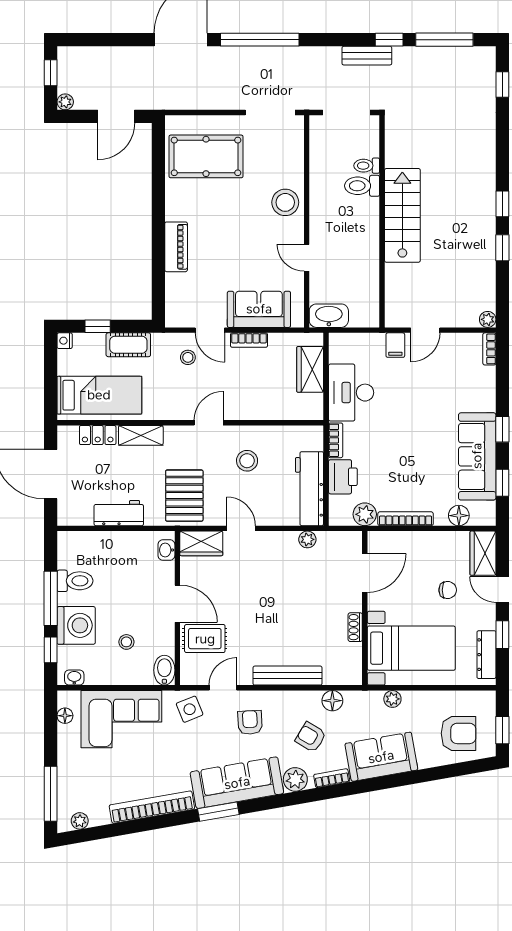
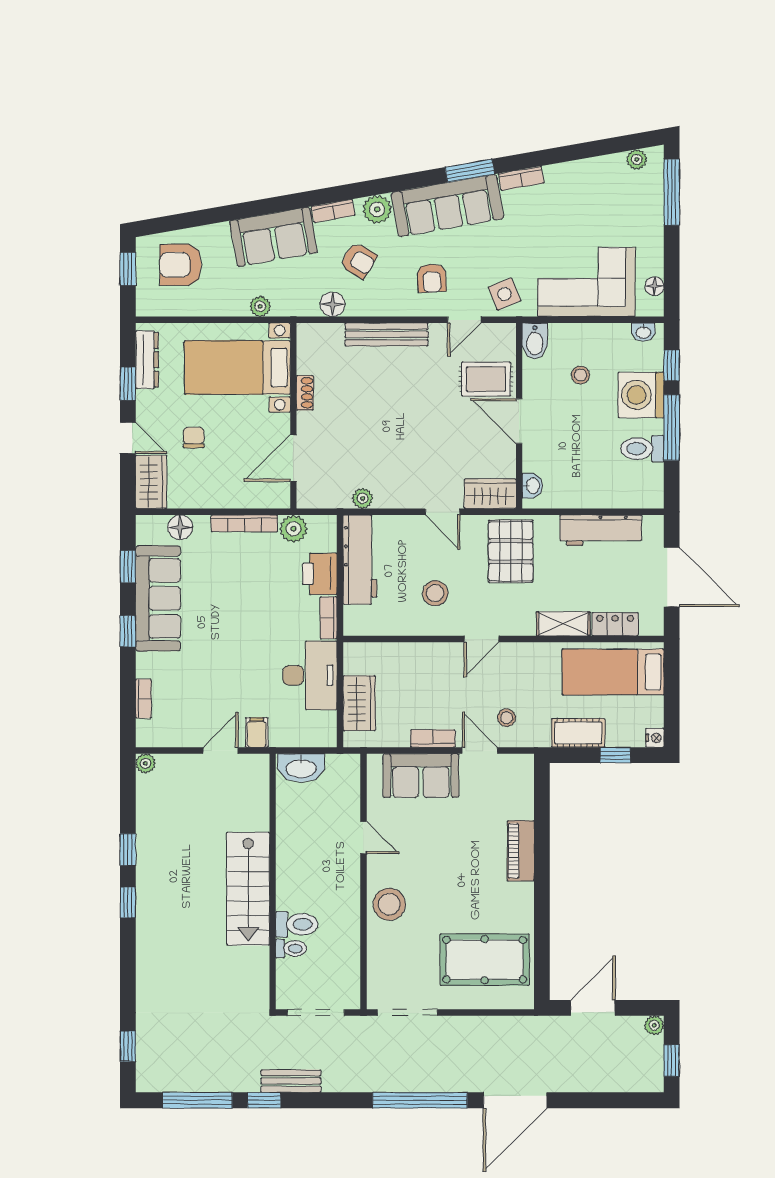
washbasin: (329, 316) -> (301, 768), moved
bookcase: (489, 349) -> (143, 699), moved
workbench: (119, 513) -> (601, 530), width x1.37
chair: (448, 590) -> (194, 438), turned 90
bookcase: (152, 807) -> (521, 178), width x0.43, depth x0.76

